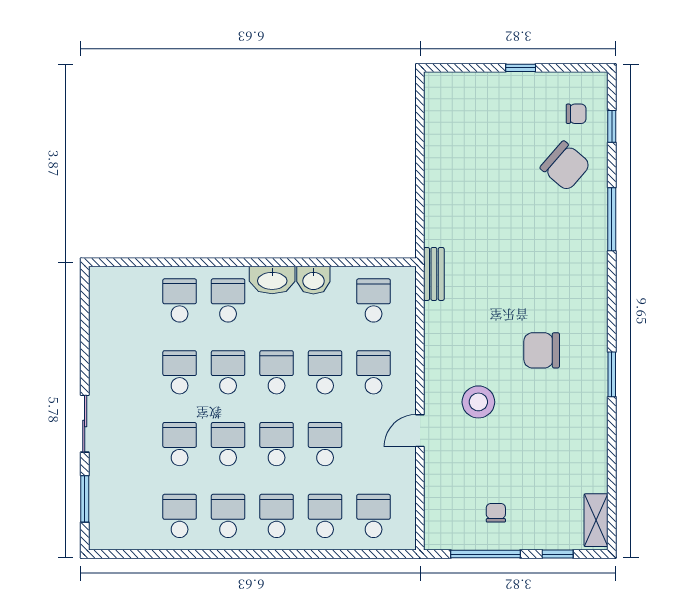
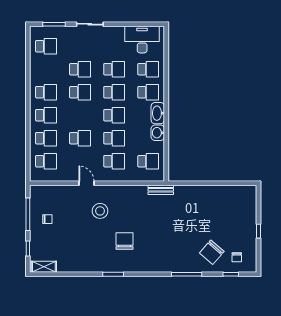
desk: (117, 313) -> (142, 40), added
school desk: (277, 444) -> (80, 115), removed
school desk: (180, 516) -> (46, 46), moved

